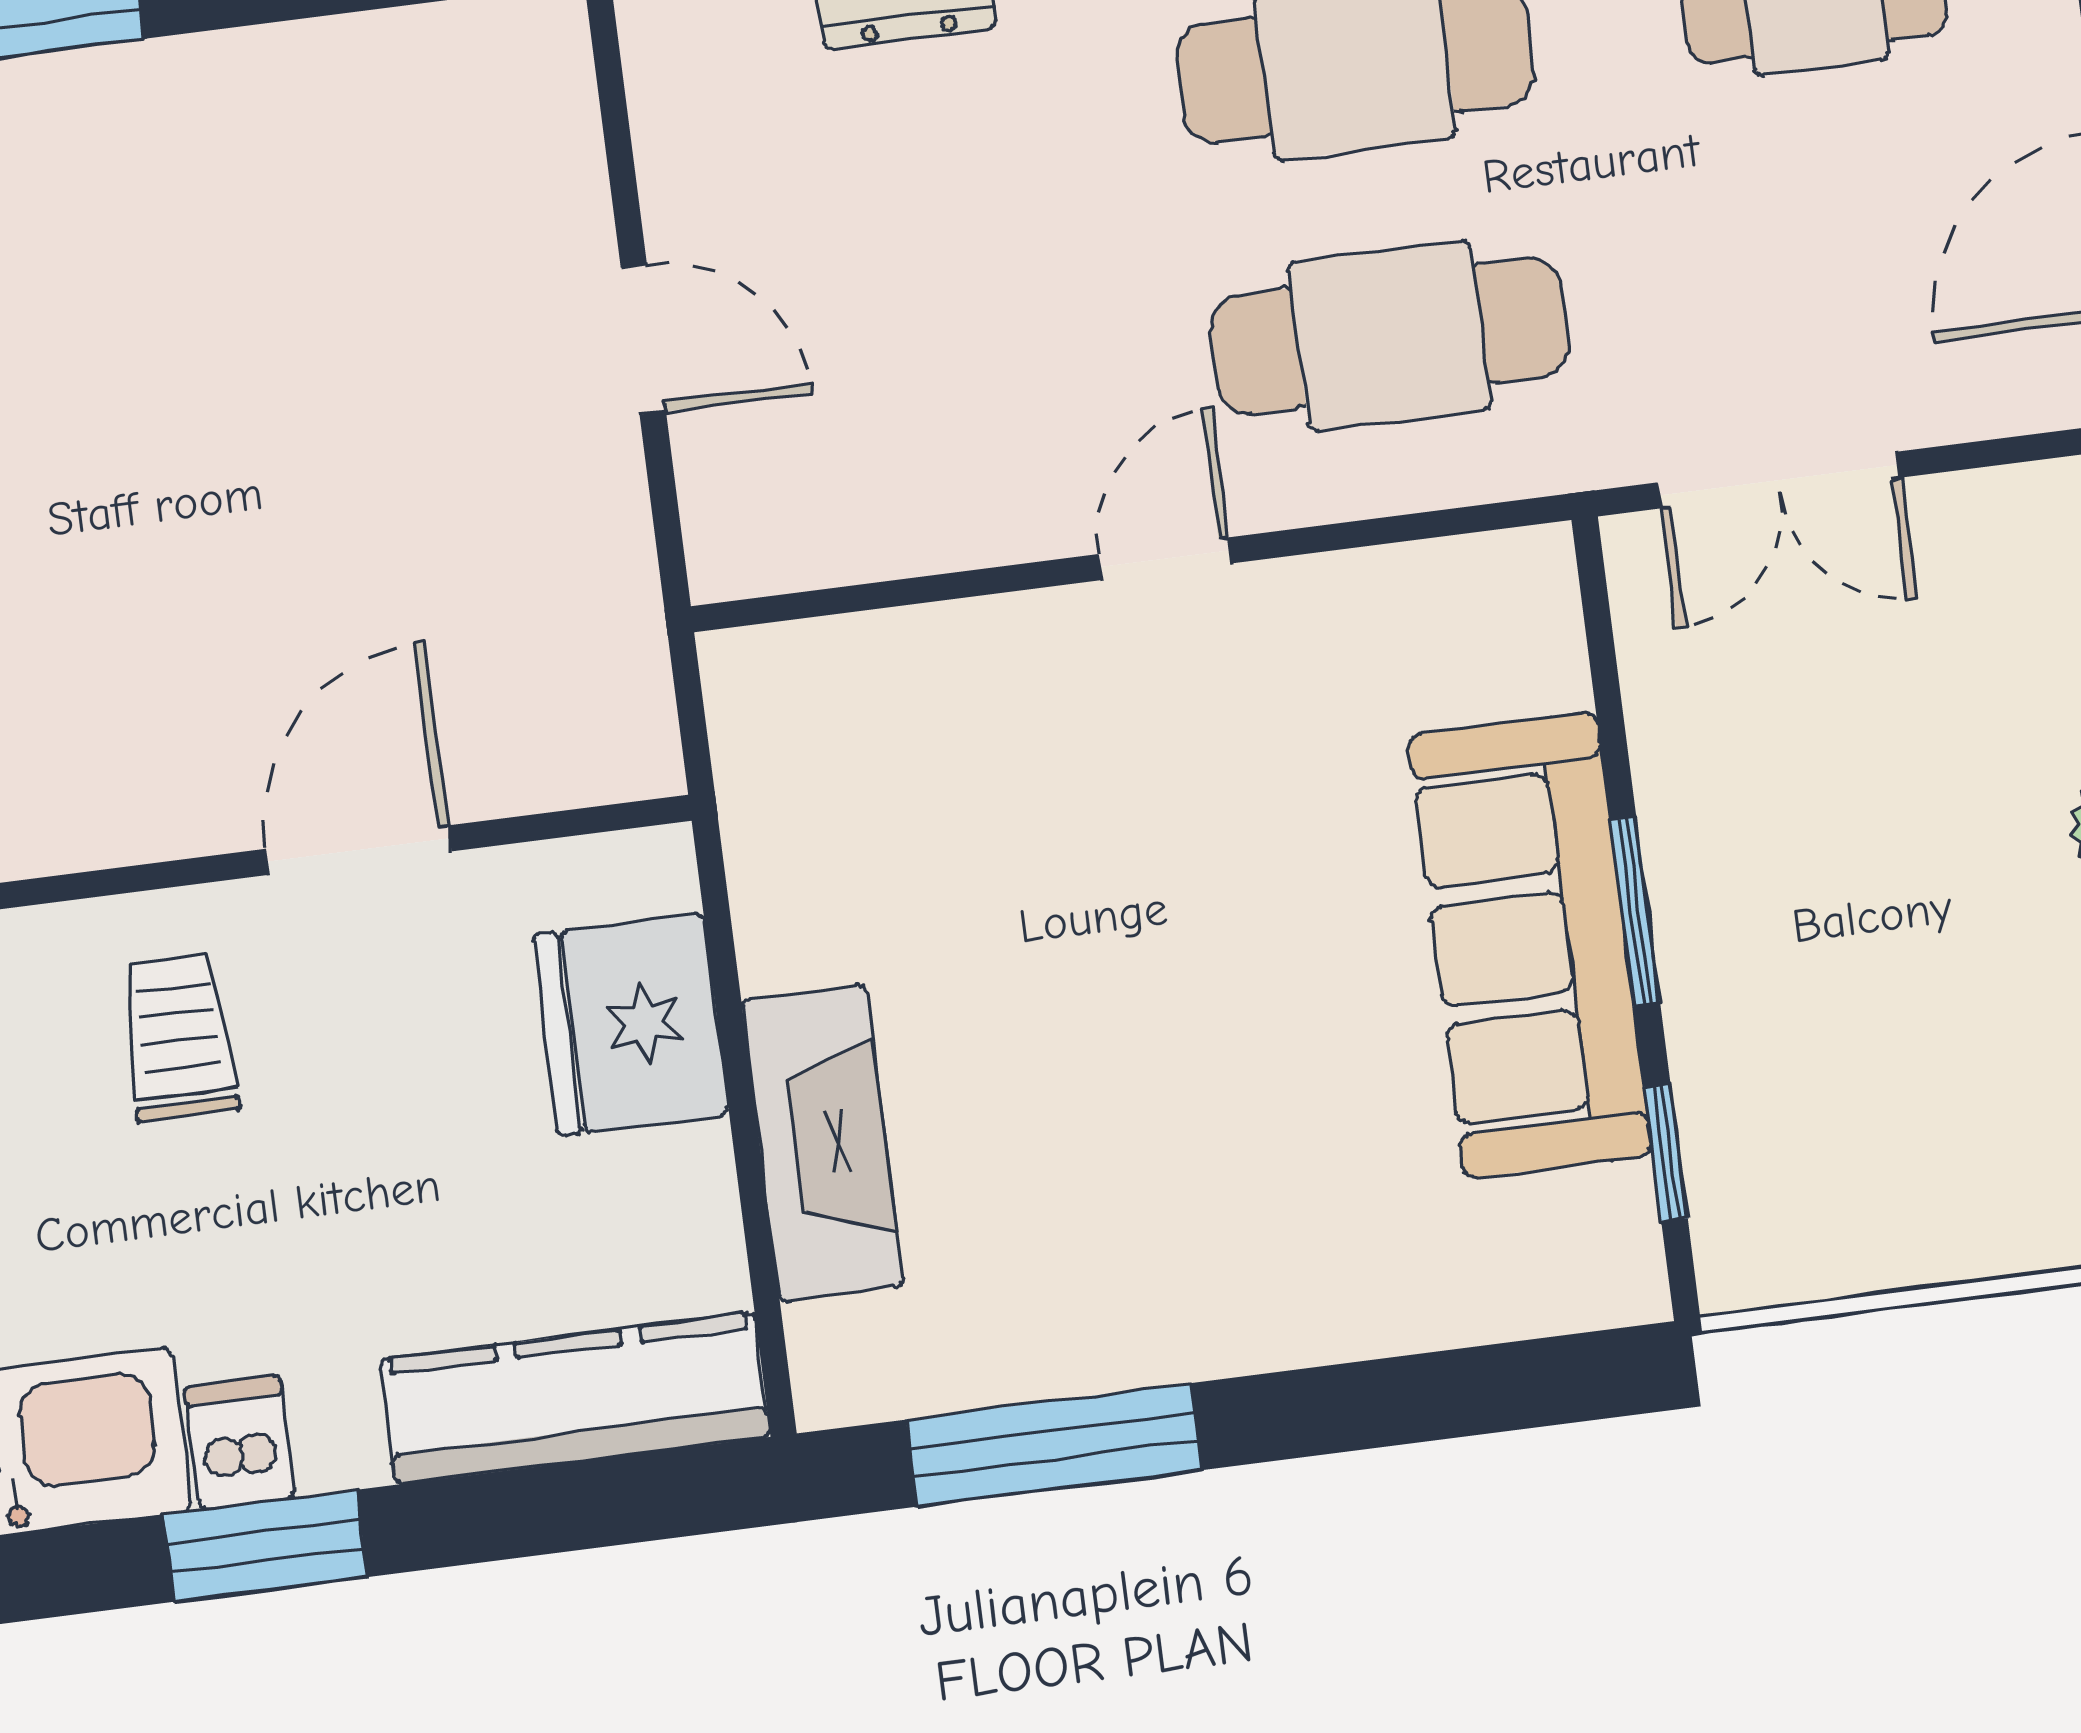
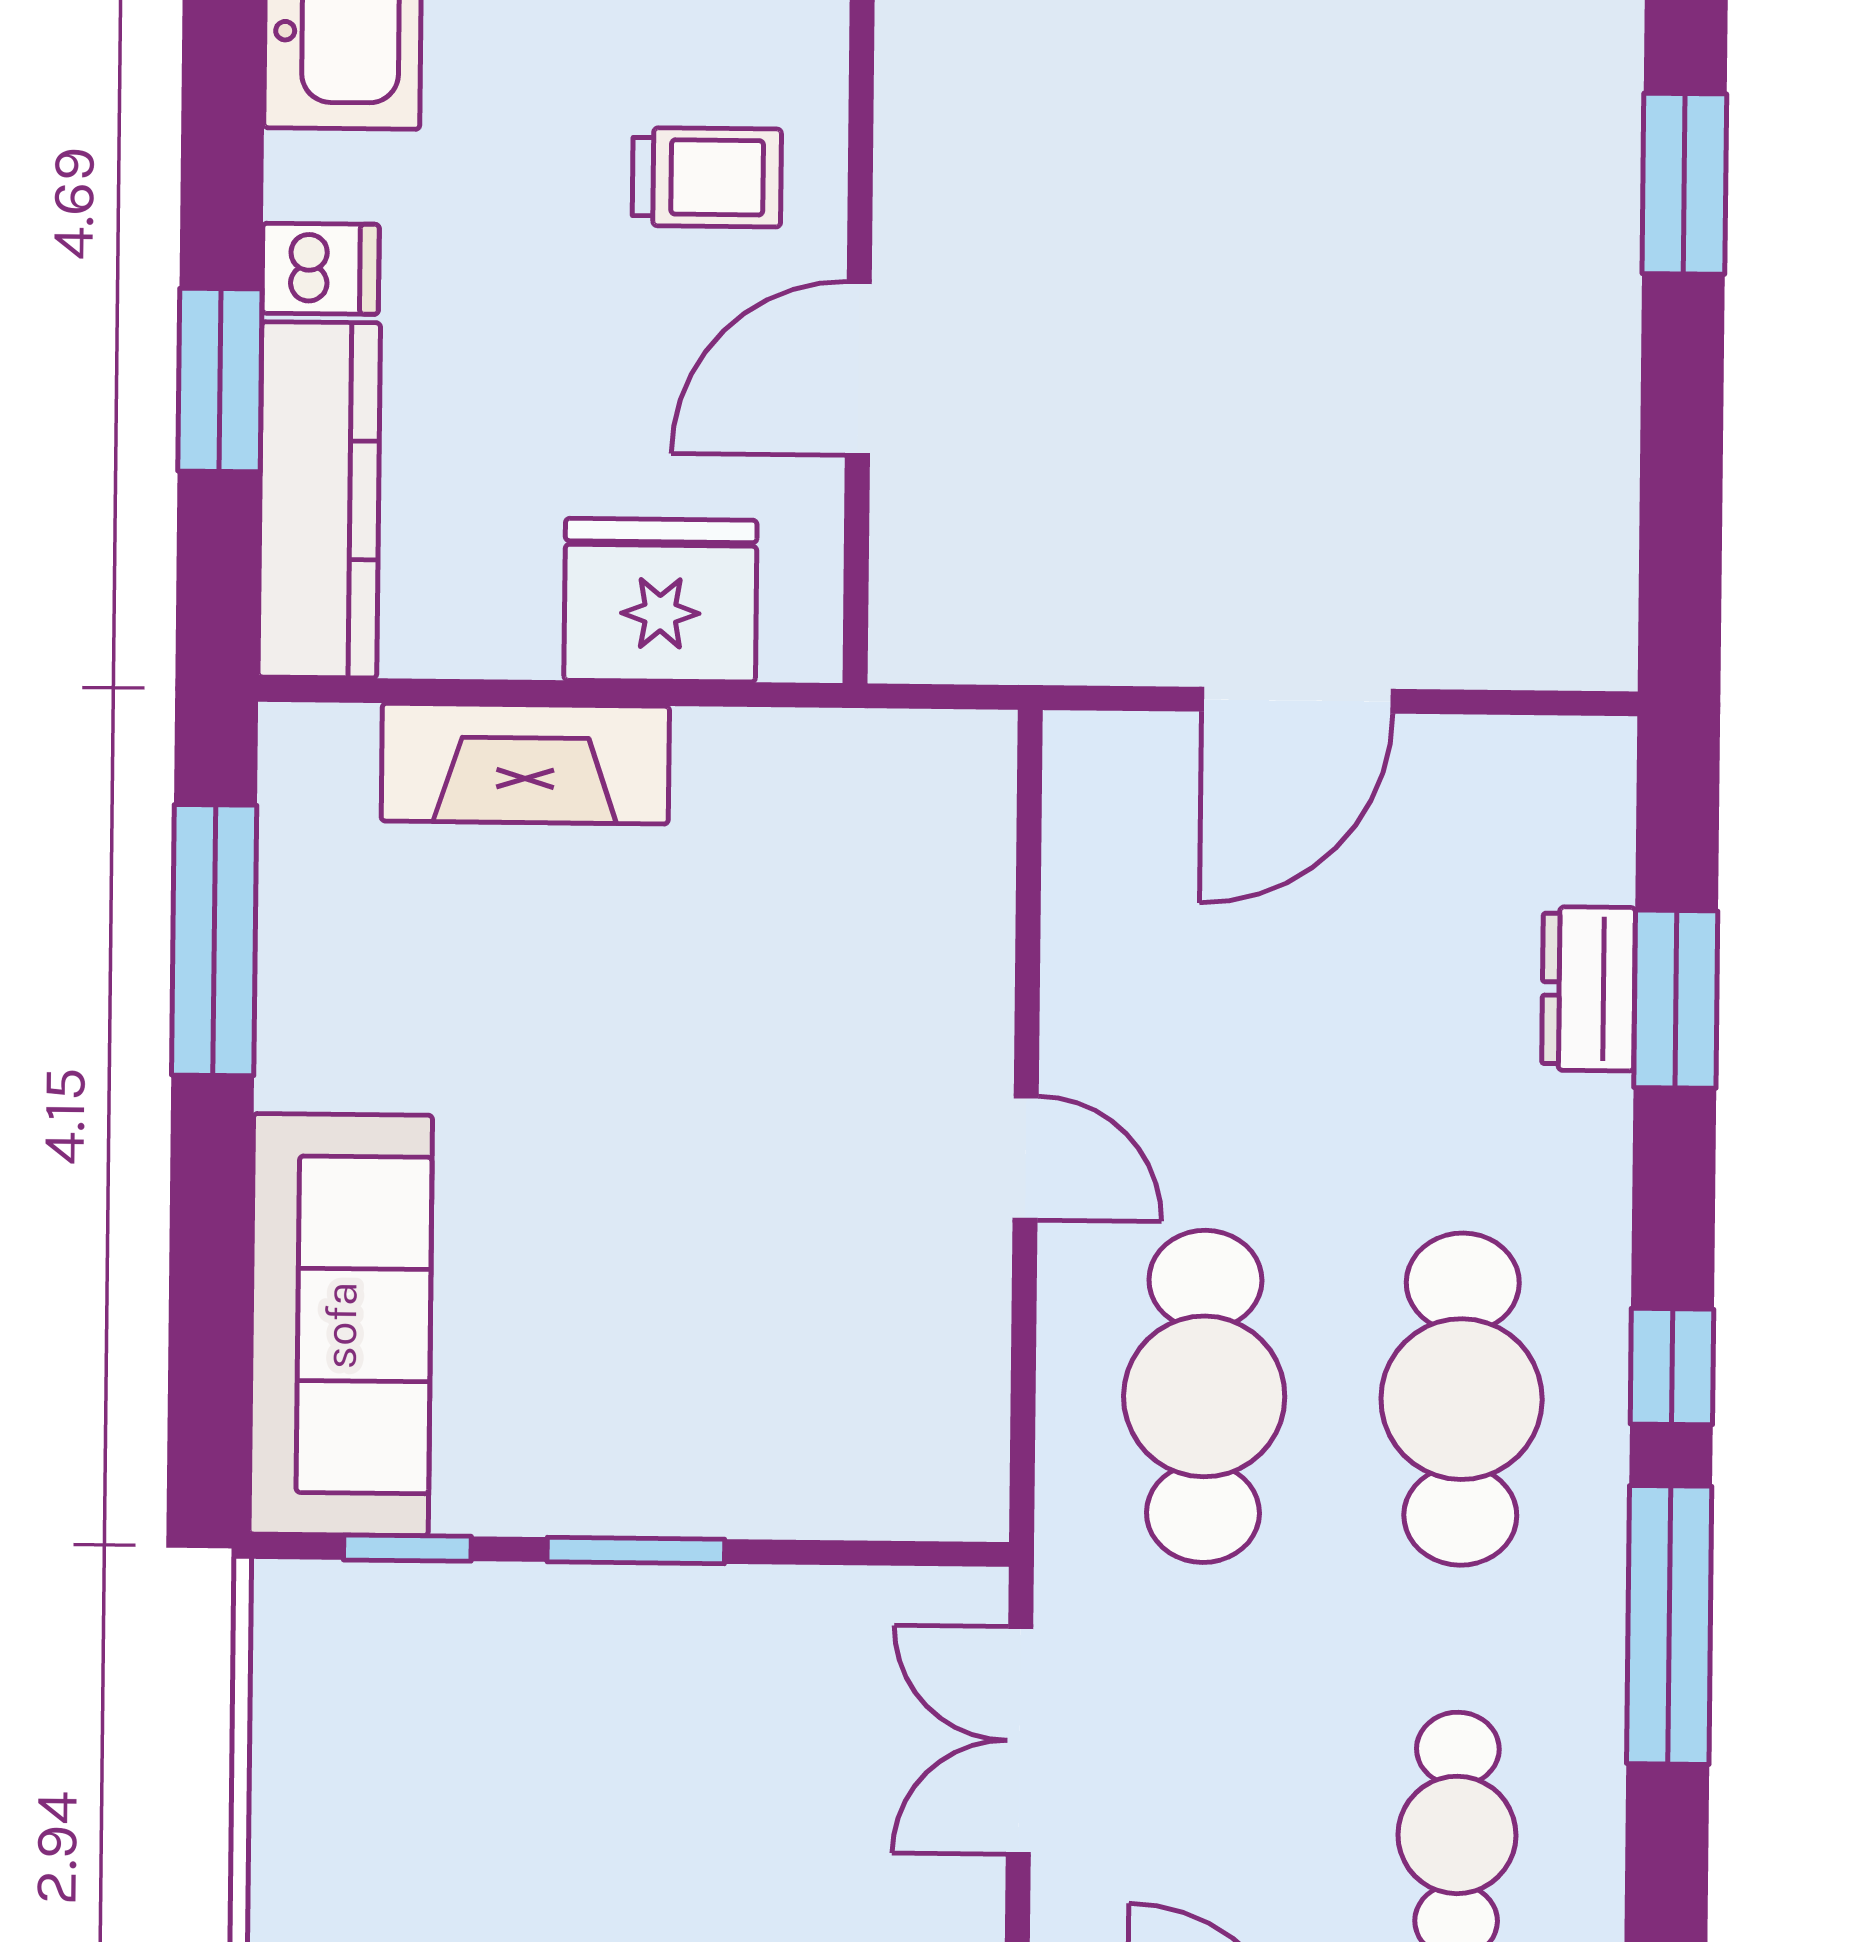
door: (643, 340) -> (1297, 700), width x1.38
door: (358, 850) -> (858, 369), swing flipped
sofa: (1530, 945) -> (341, 1325), moved, turned 90
dishwasher: (240, 1443) -> (321, 269), moved
window: (266, 1546) -> (220, 380), moved

